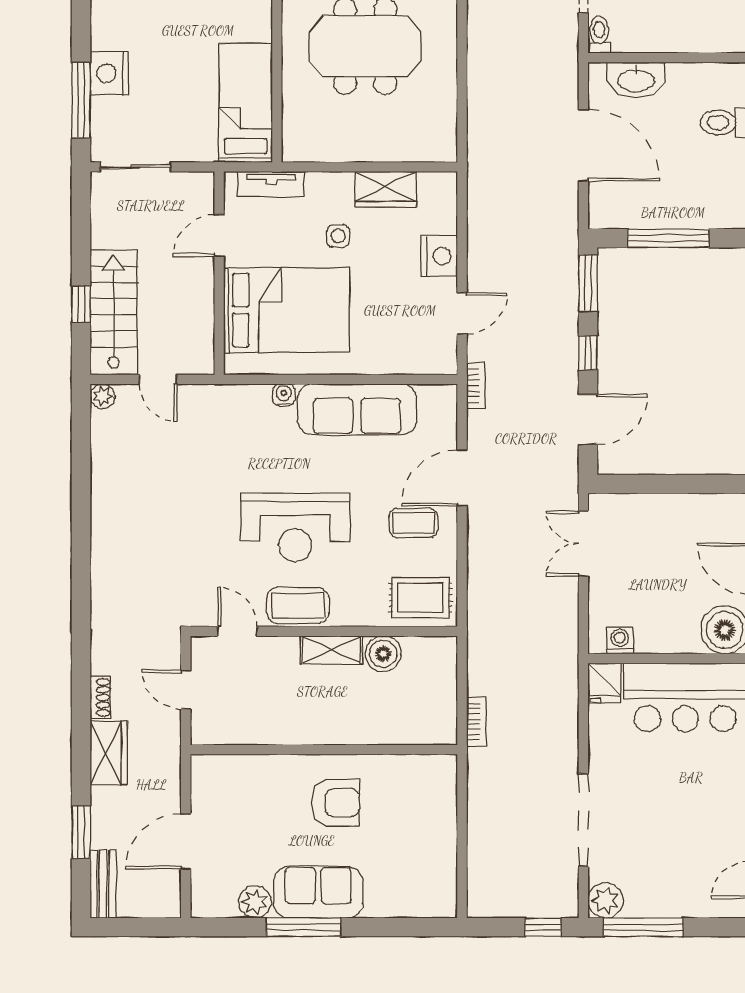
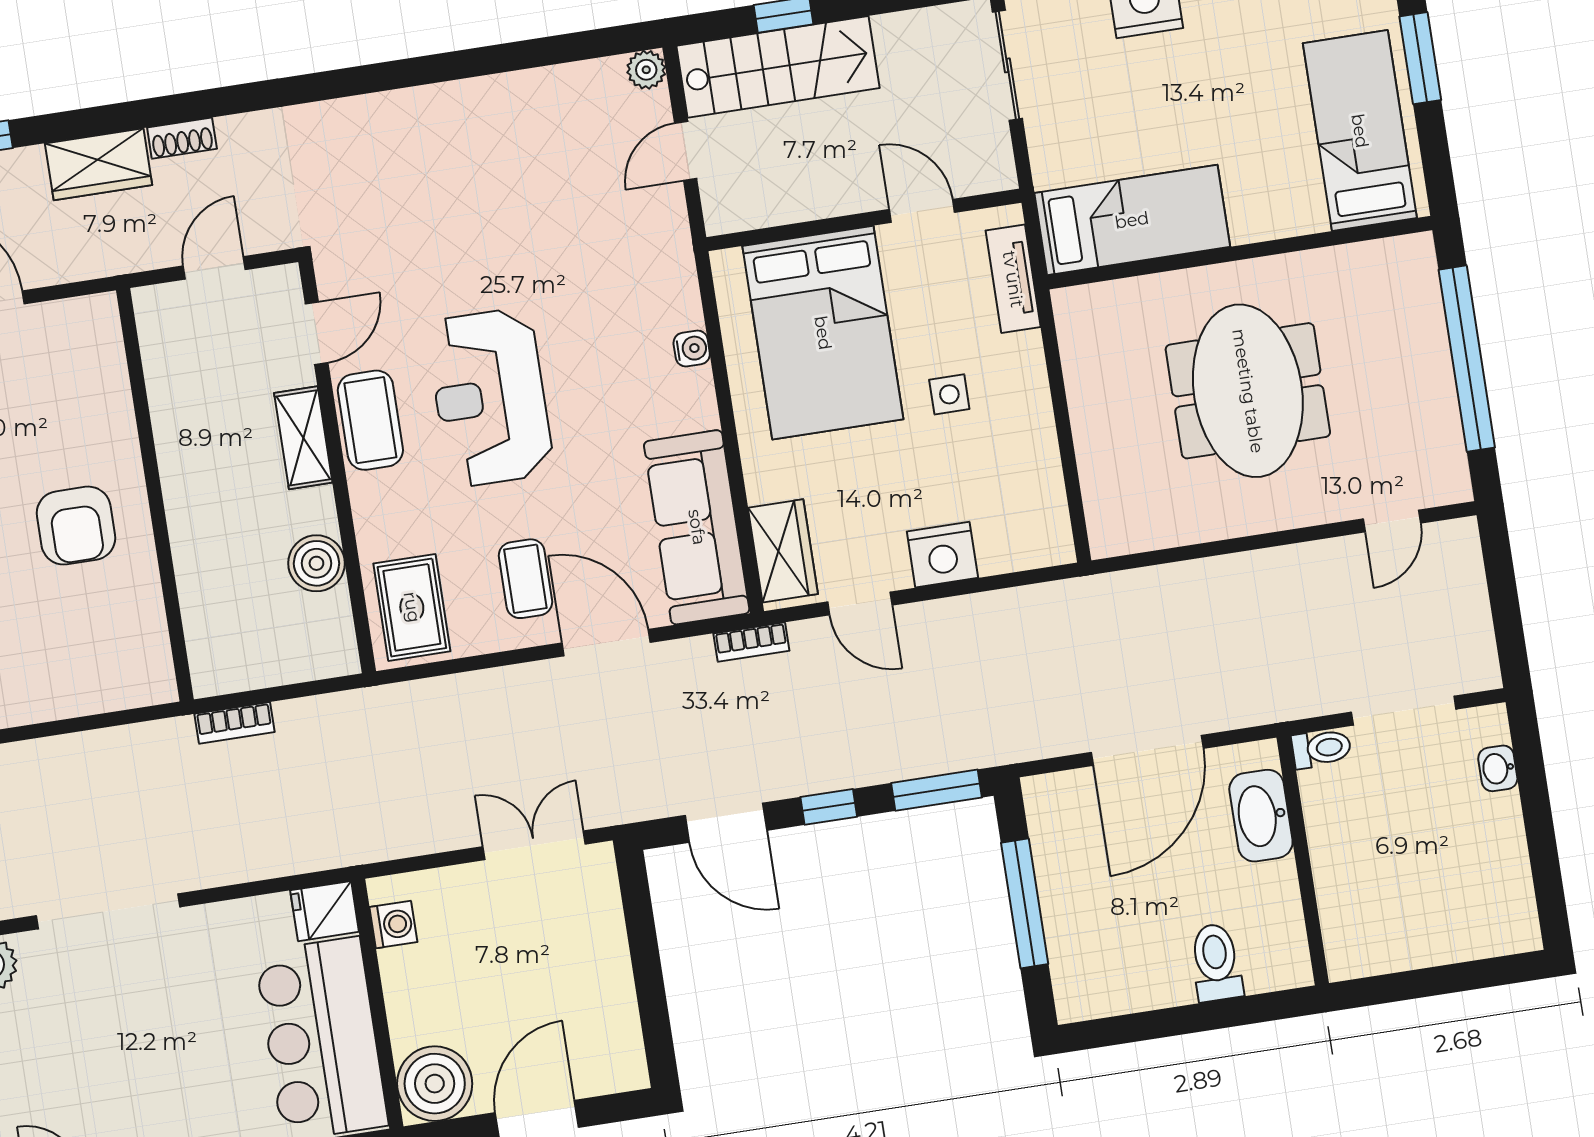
wardrobe: (386, 189) -> (783, 551), moved, turned 180
sofa: (357, 409) -> (697, 527), moved
shelving: (331, 650) -> (303, 438), moved

